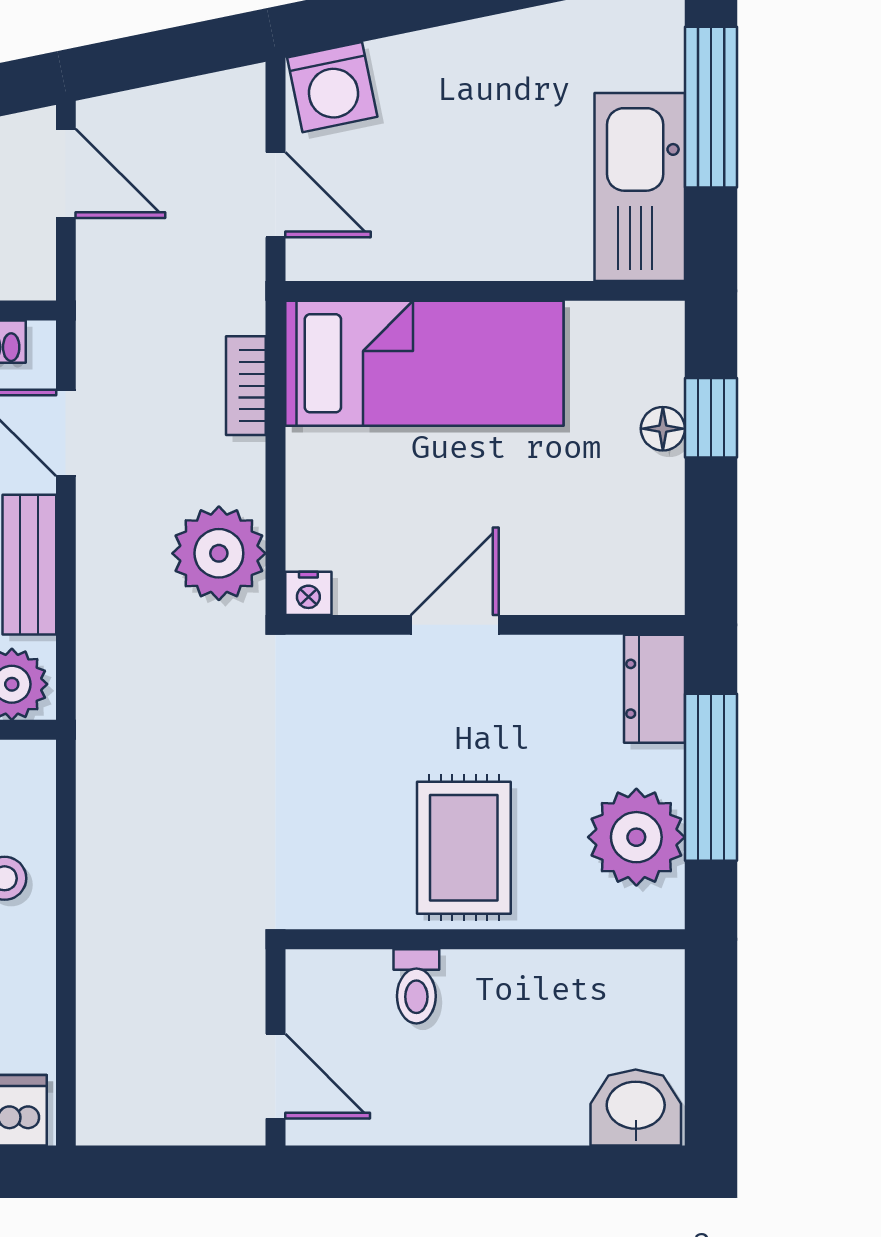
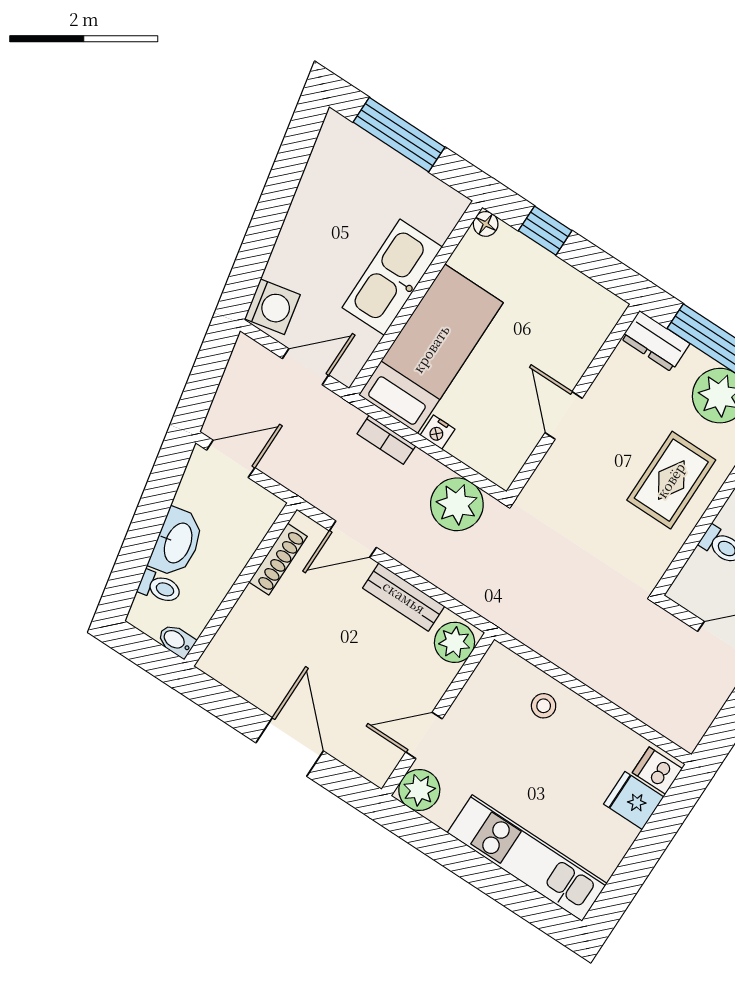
kitchen sink: (640, 187) -> (392, 277), moved, turned 90
floor lamp: (663, 429) -> (486, 224), moved
nightstand: (308, 593) -> (437, 432), moved, turned 90
rug: (464, 848) -> (671, 480), turned 90

